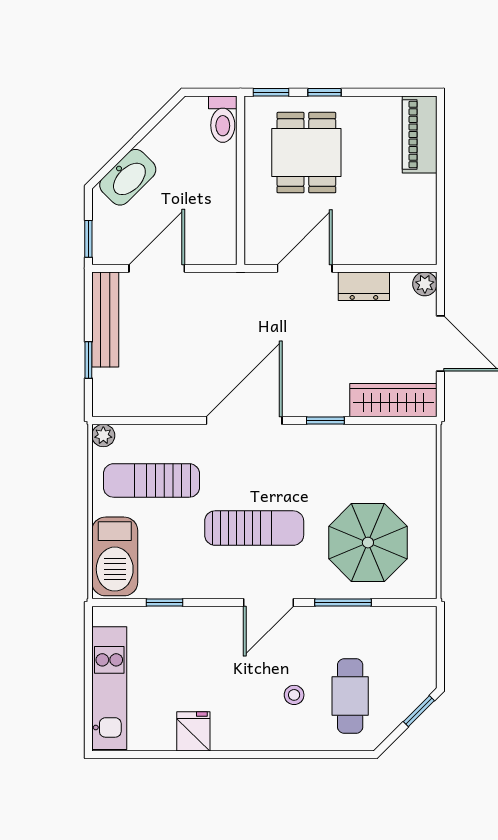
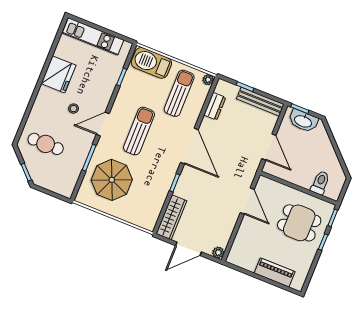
toilet: (223, 119) -> (320, 183), moved, turned 90
piano: (420, 135) -> (275, 272), moved
washbasin: (128, 177) -> (303, 121), moved, turned -45
door: (157, 268) -> (269, 147), moved
dresser: (364, 286) -> (215, 106), moved, turned 180
sun lounger: (254, 528) -> (139, 131), turned 180
door: (269, 603) -> (103, 124), hinge flipped
stool: (294, 695) -> (74, 109), moved
fridge: (193, 731) -> (58, 74), width x1.88, depth x1.34

